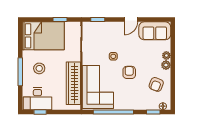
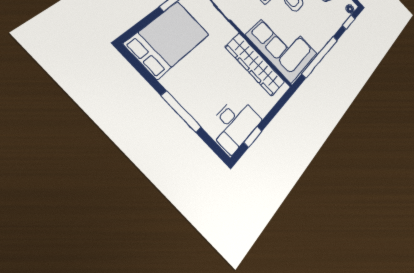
stool: (39, 68) -> (201, 84), removed

